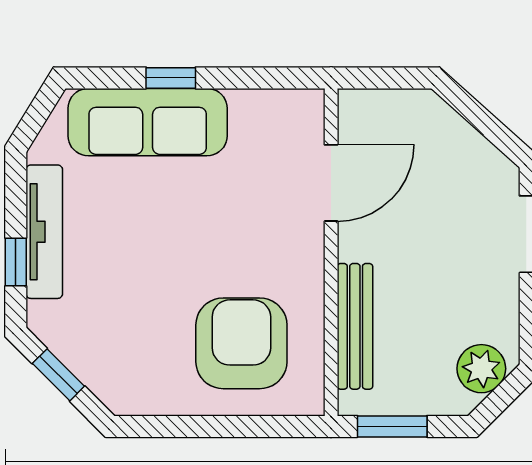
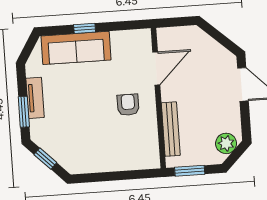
tv unit: (44, 232) -> (35, 98), width x0.71
window: (16, 262) -> (24, 112), width x1.50
armchair: (241, 343) -> (128, 105), moved, width x0.53, depth x0.53

